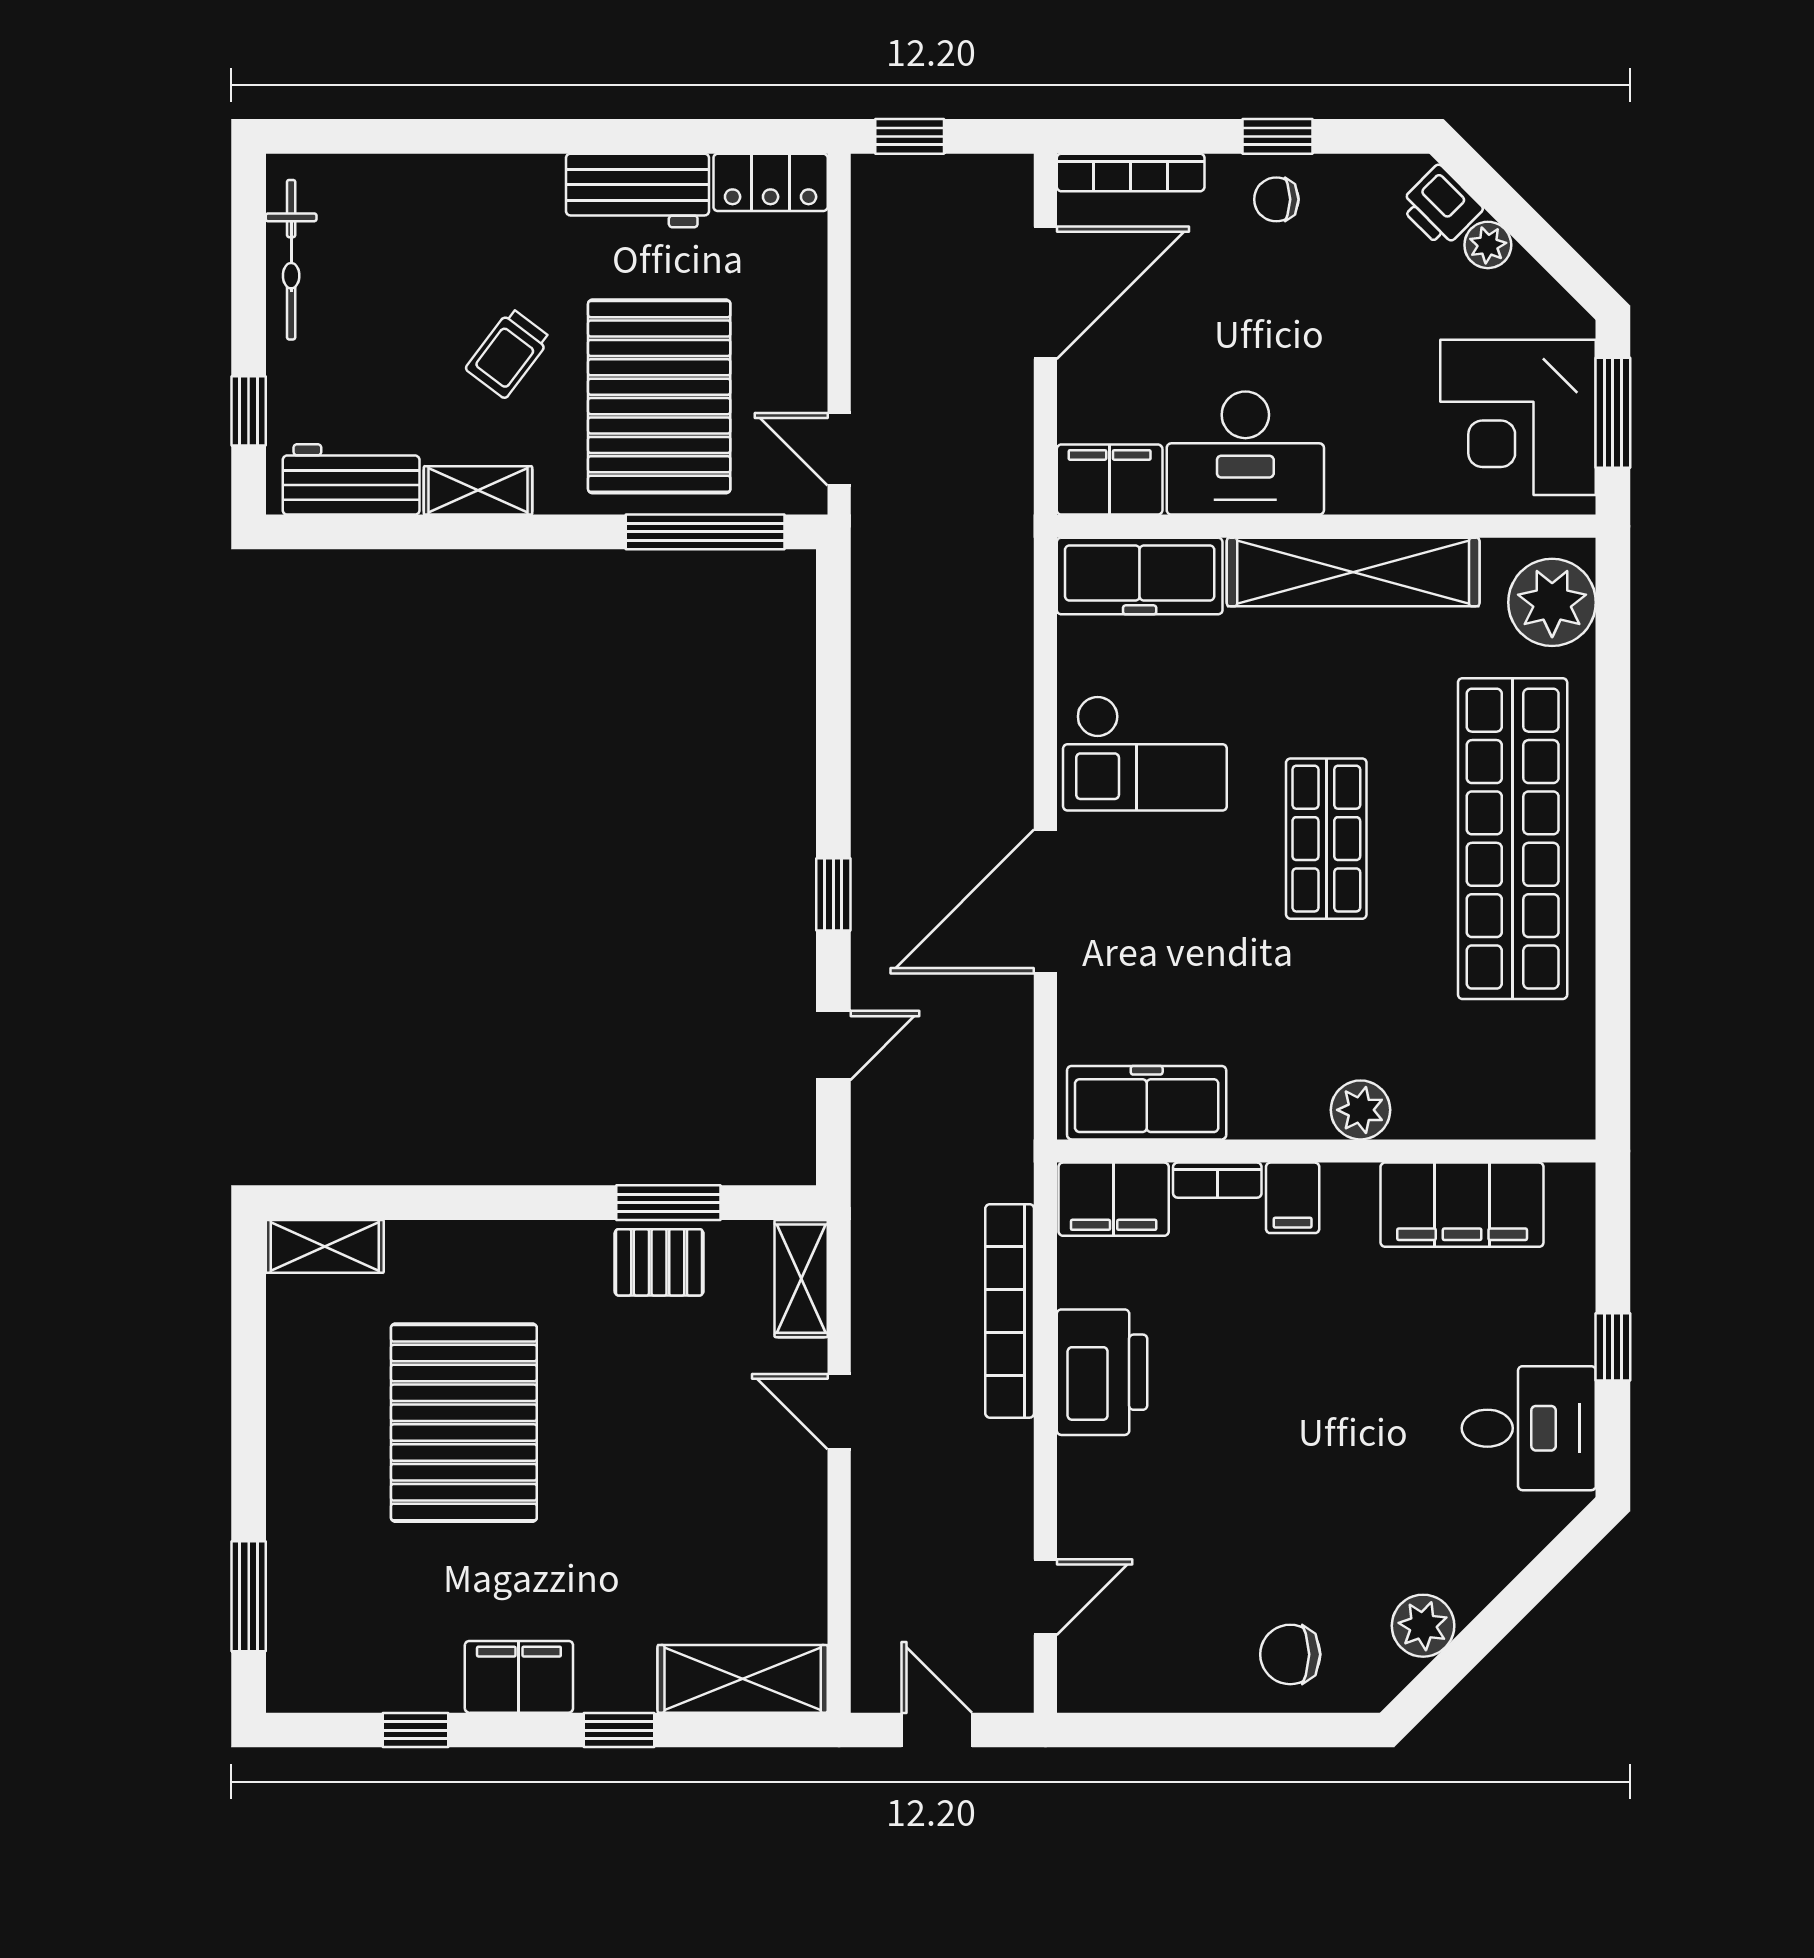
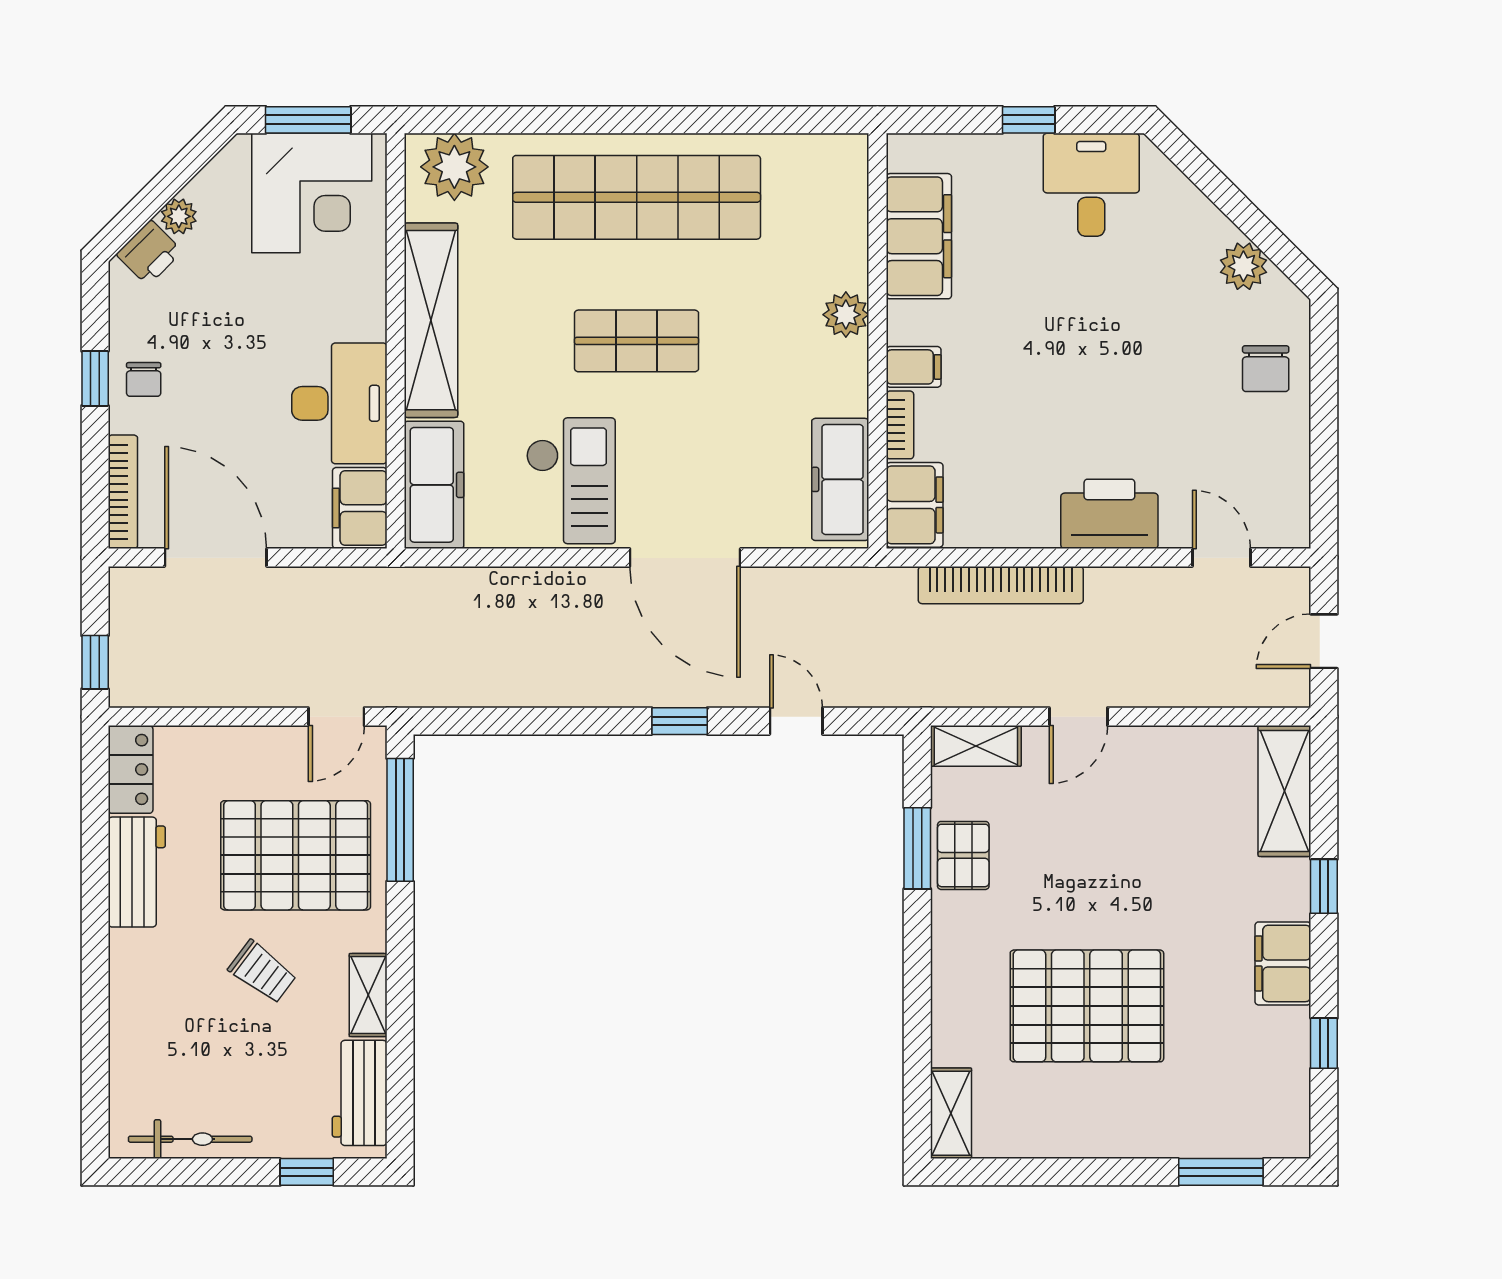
printer: (1102, 1372) -> (1109, 514), moved

